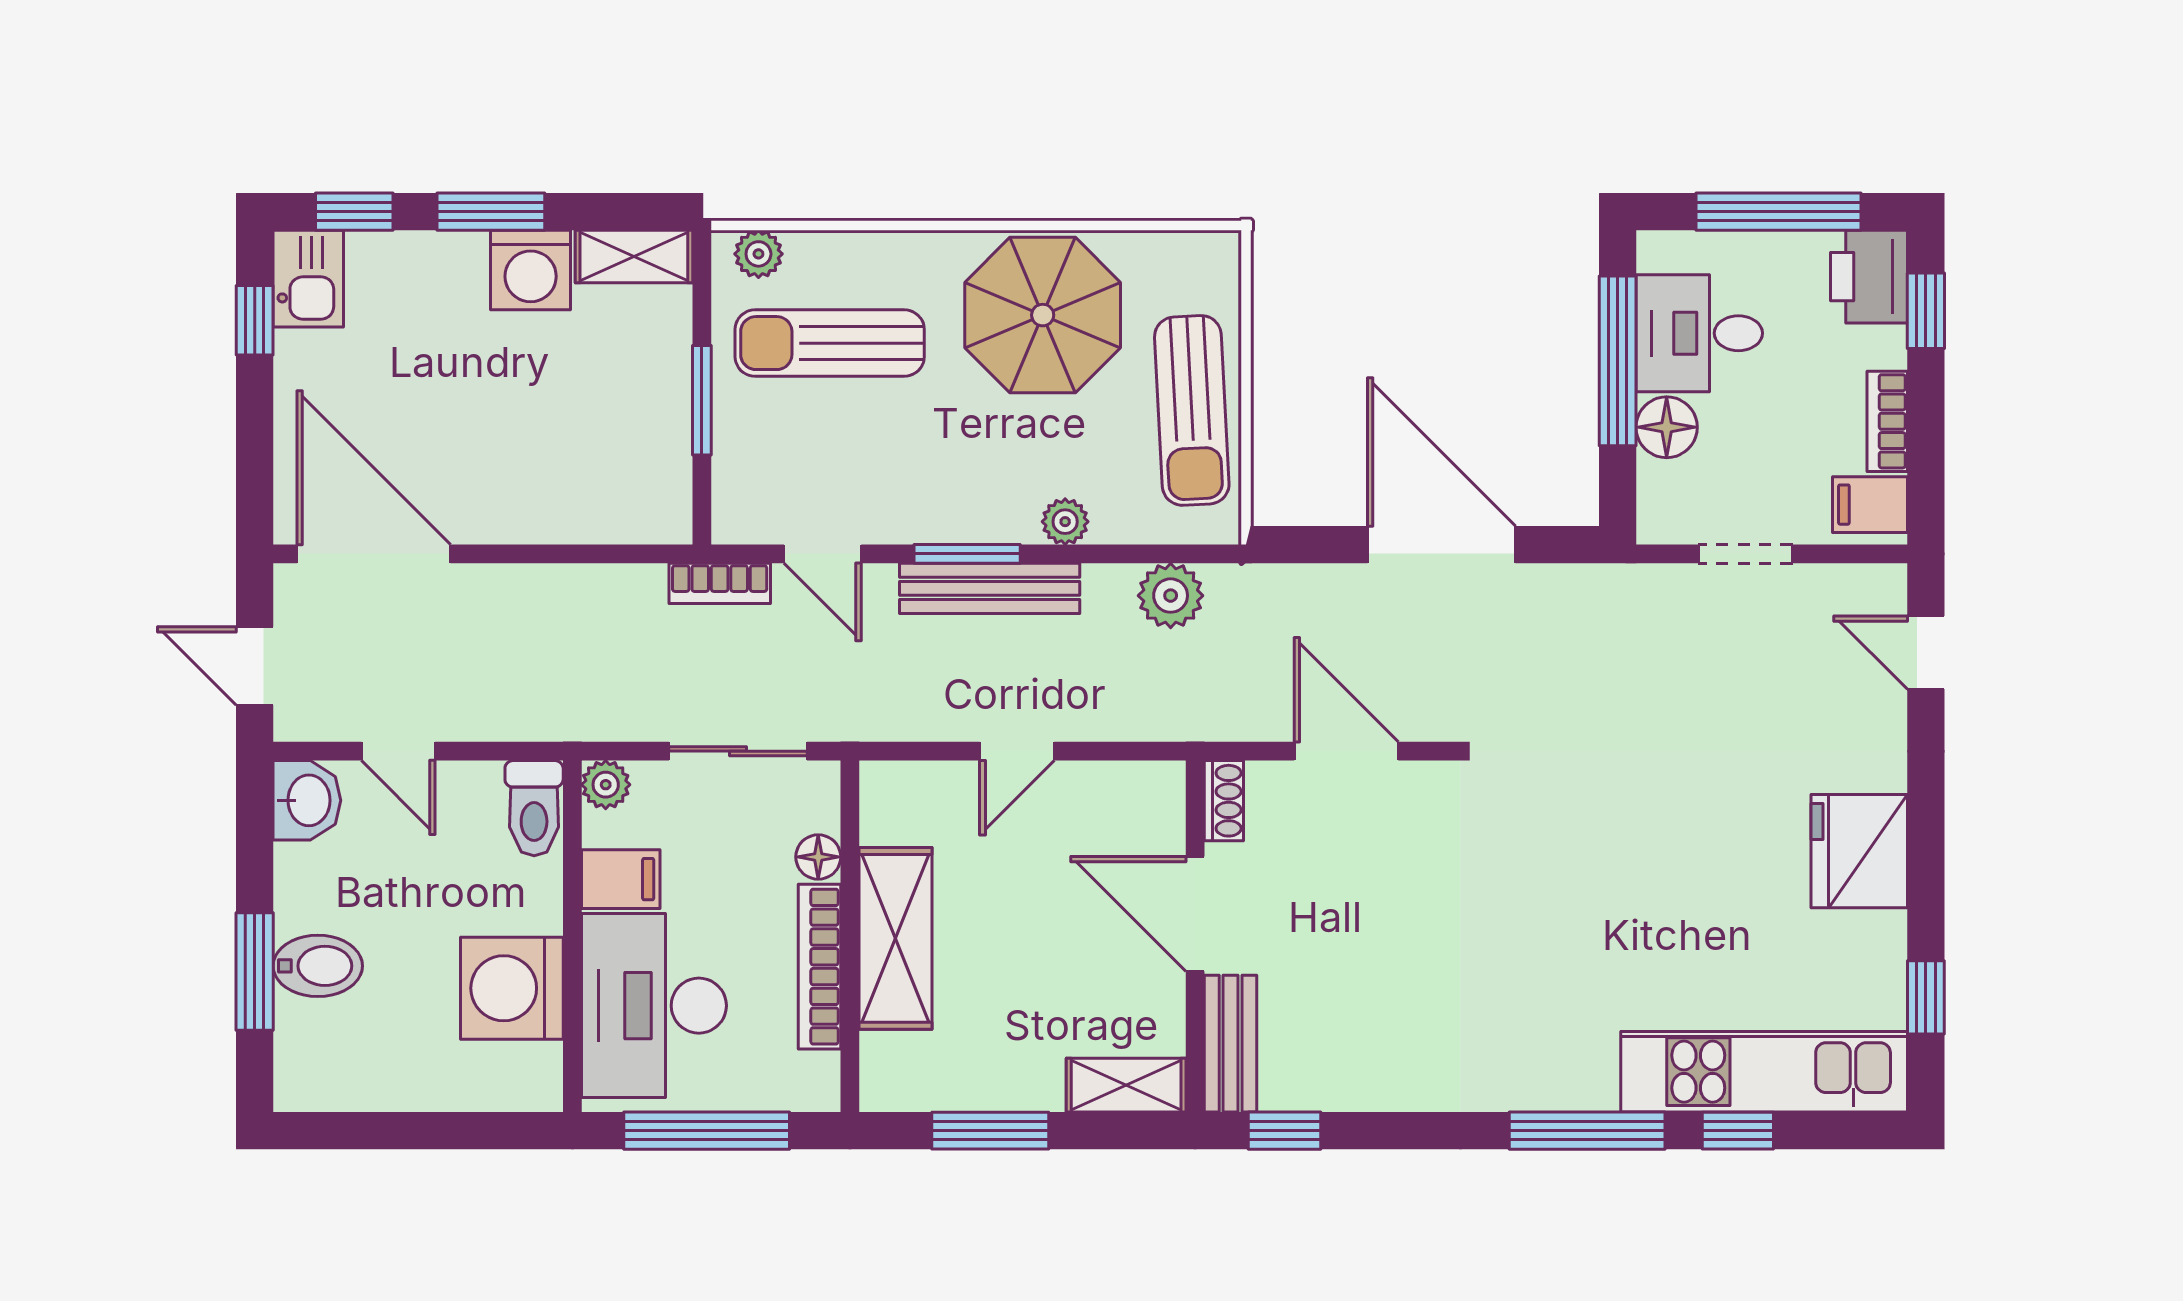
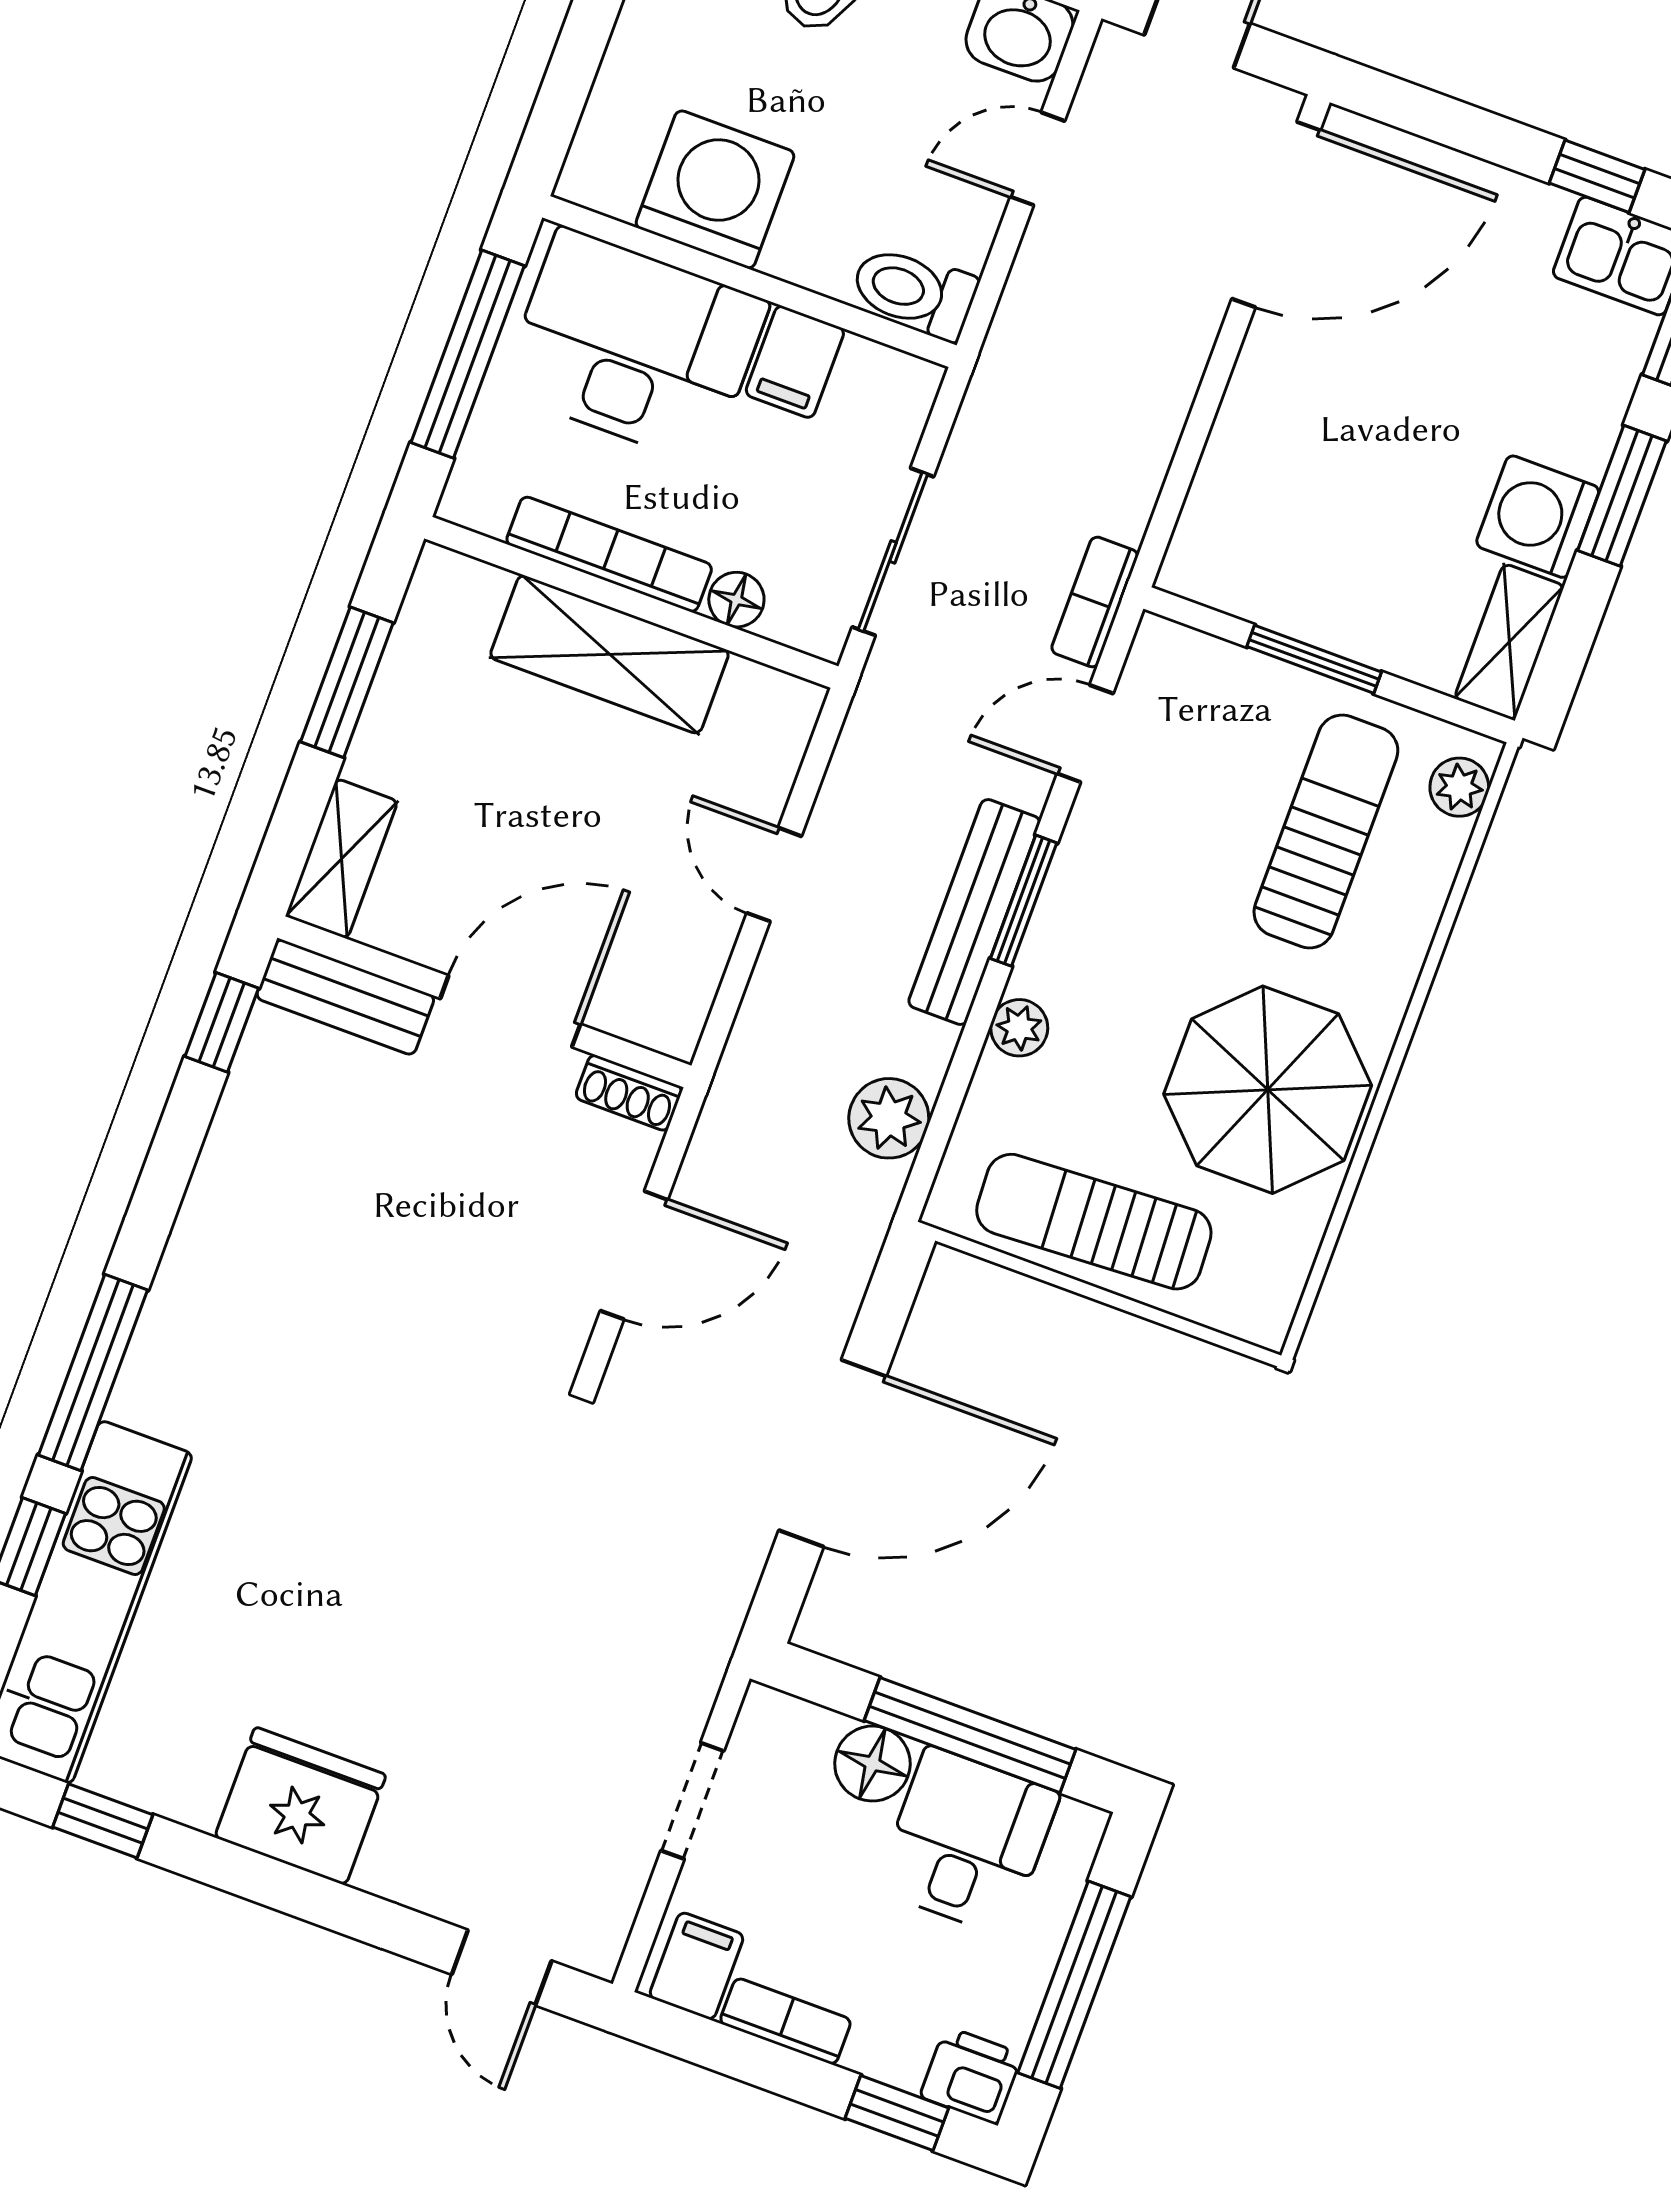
printer: (1869, 277) -> (972, 2076), width x0.73, depth x0.81
door: (1926, 653) -> (502, 1968), swing flipped
plant: (606, 785) -> (911, 385), removed

